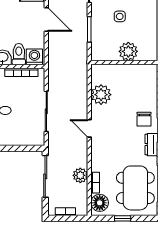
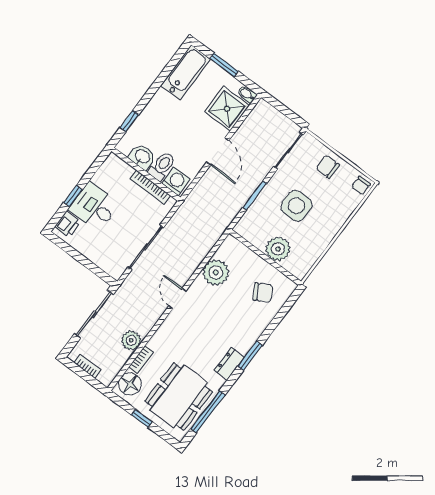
side table: (120, 16) -> (296, 206), width x1.87, depth x1.87
chair: (144, 119) -> (263, 292), moved, turned -120

